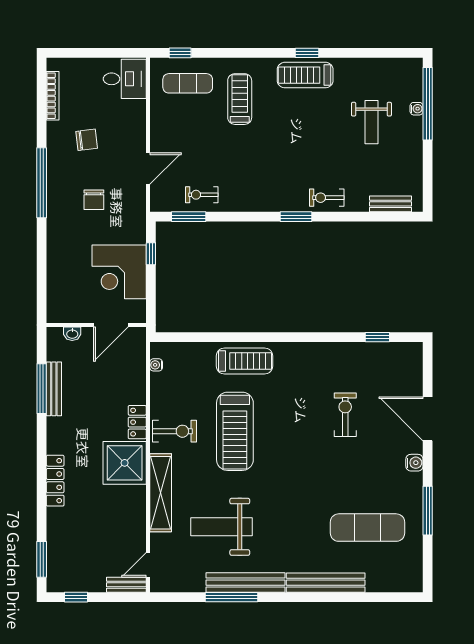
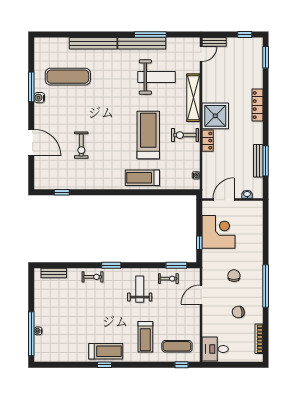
weight bench: (371, 122) -> (140, 289), moved
water cooler: (414, 463) -> (39, 98), moved

